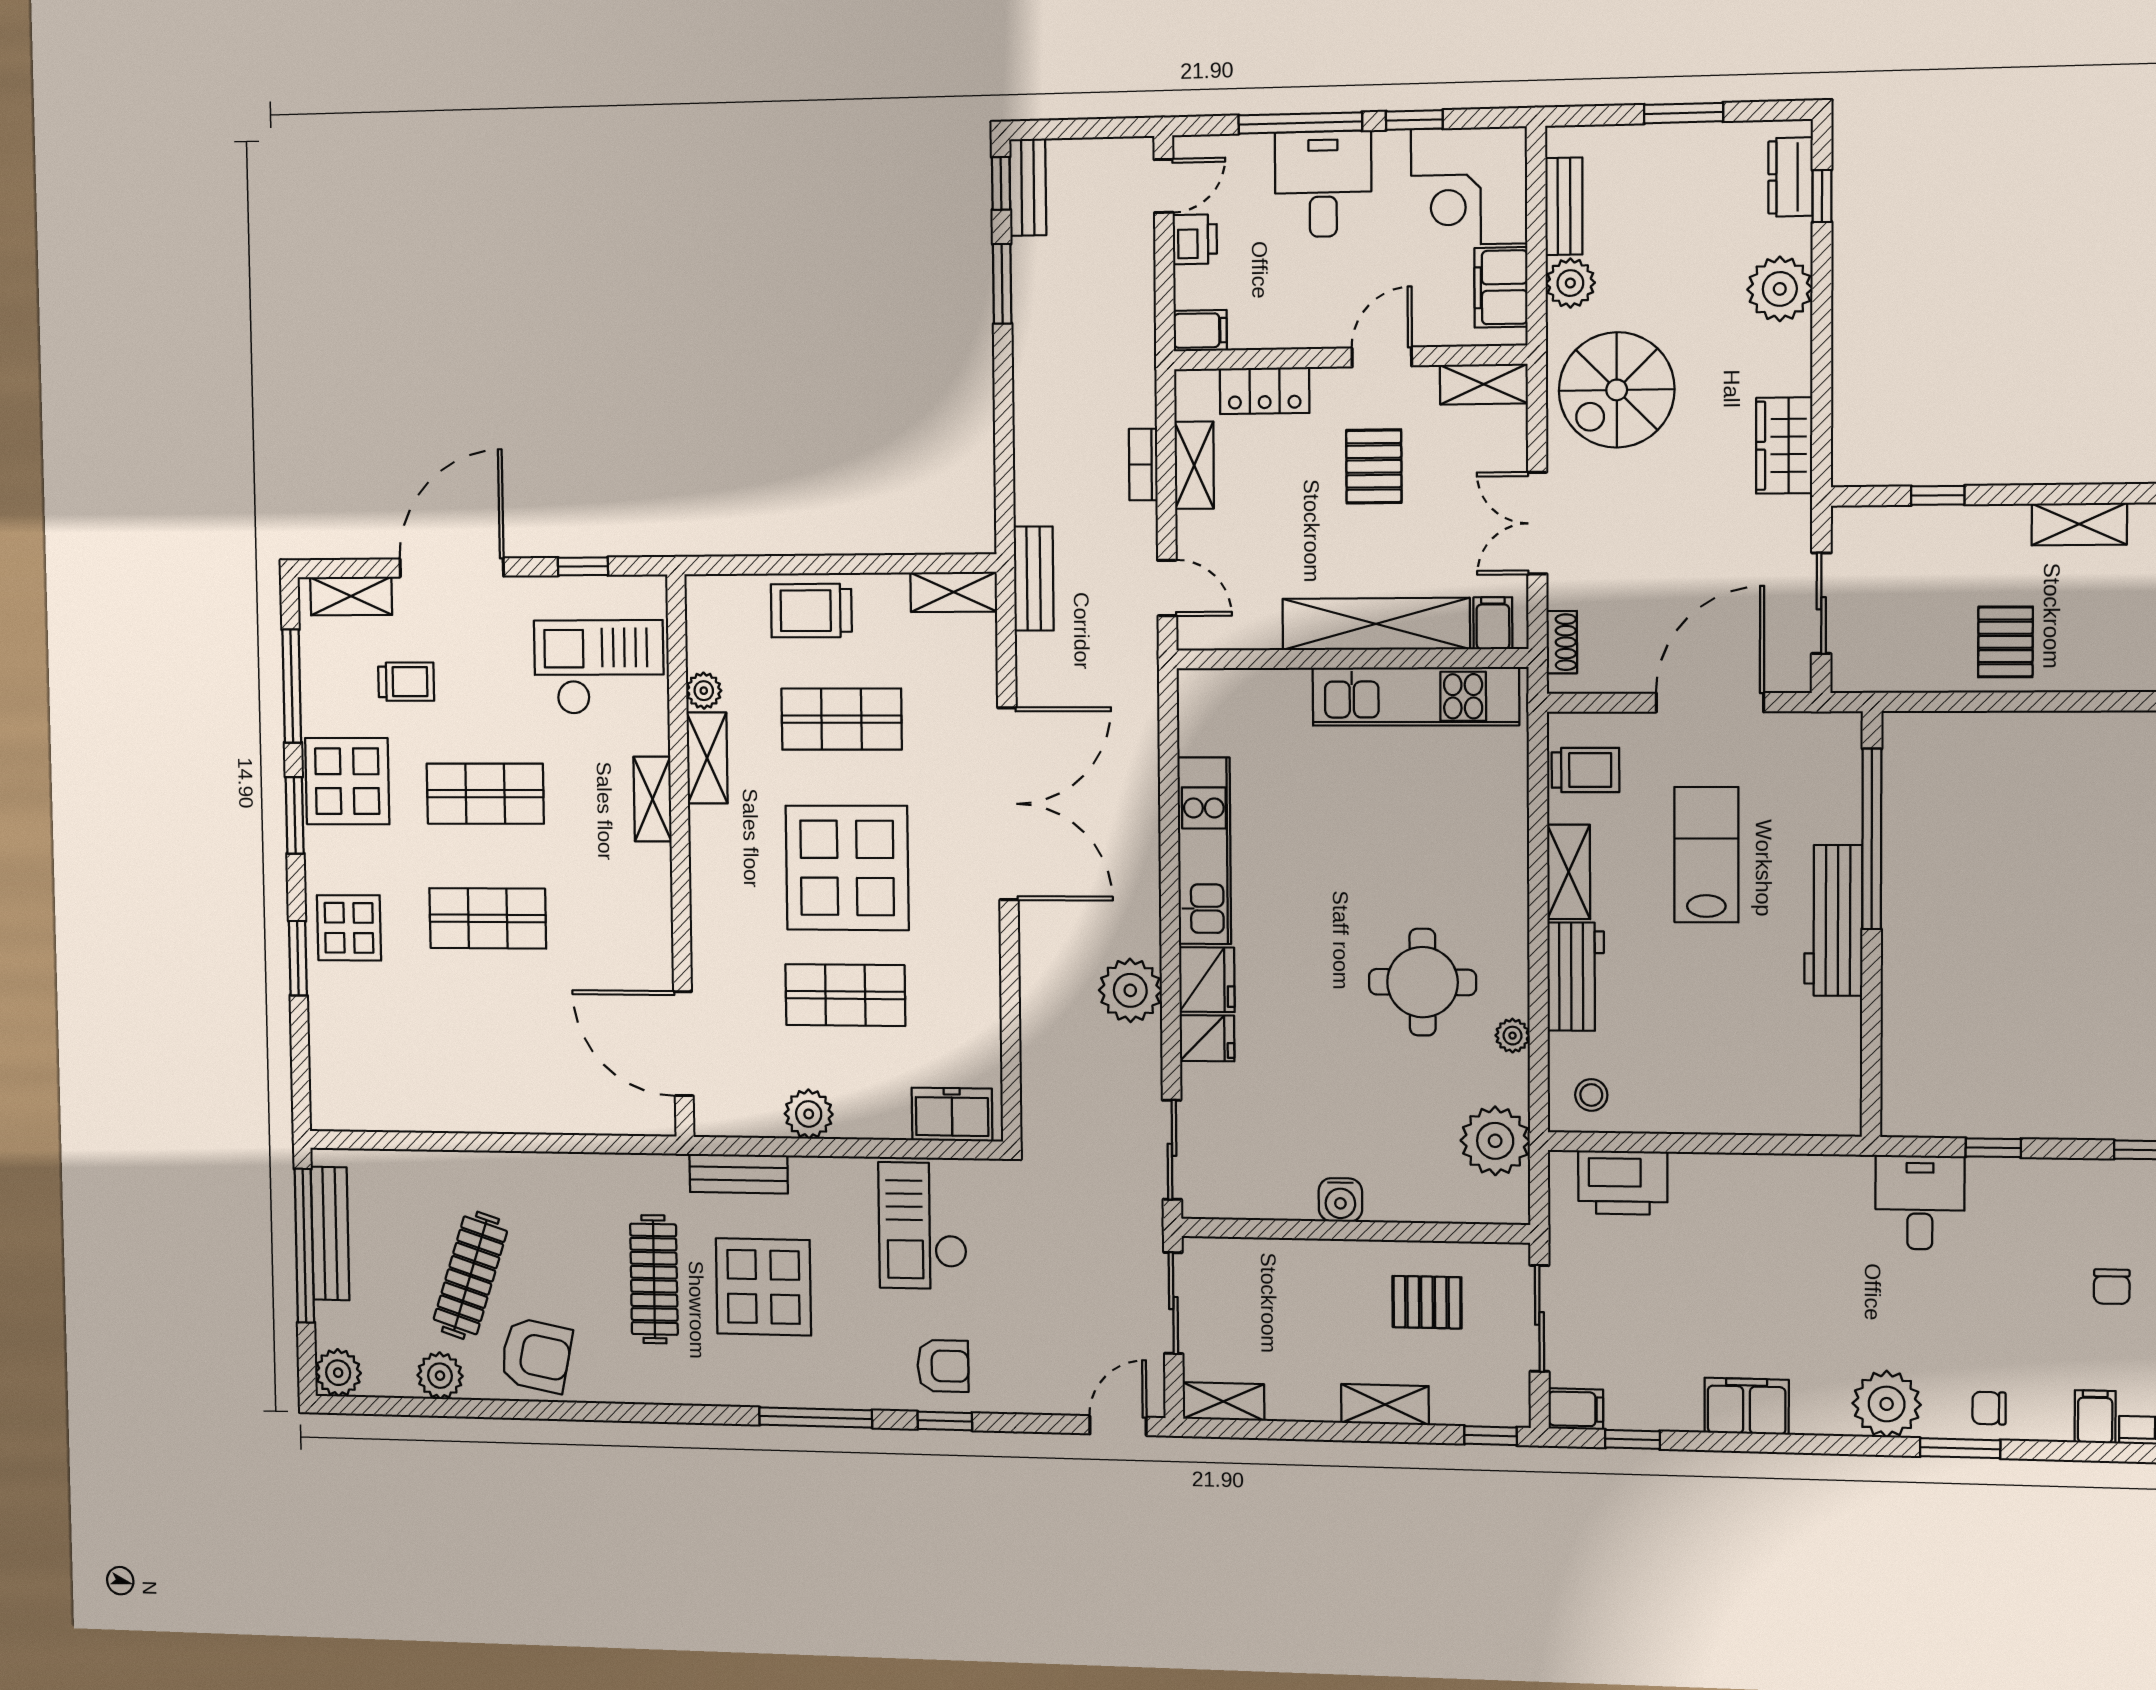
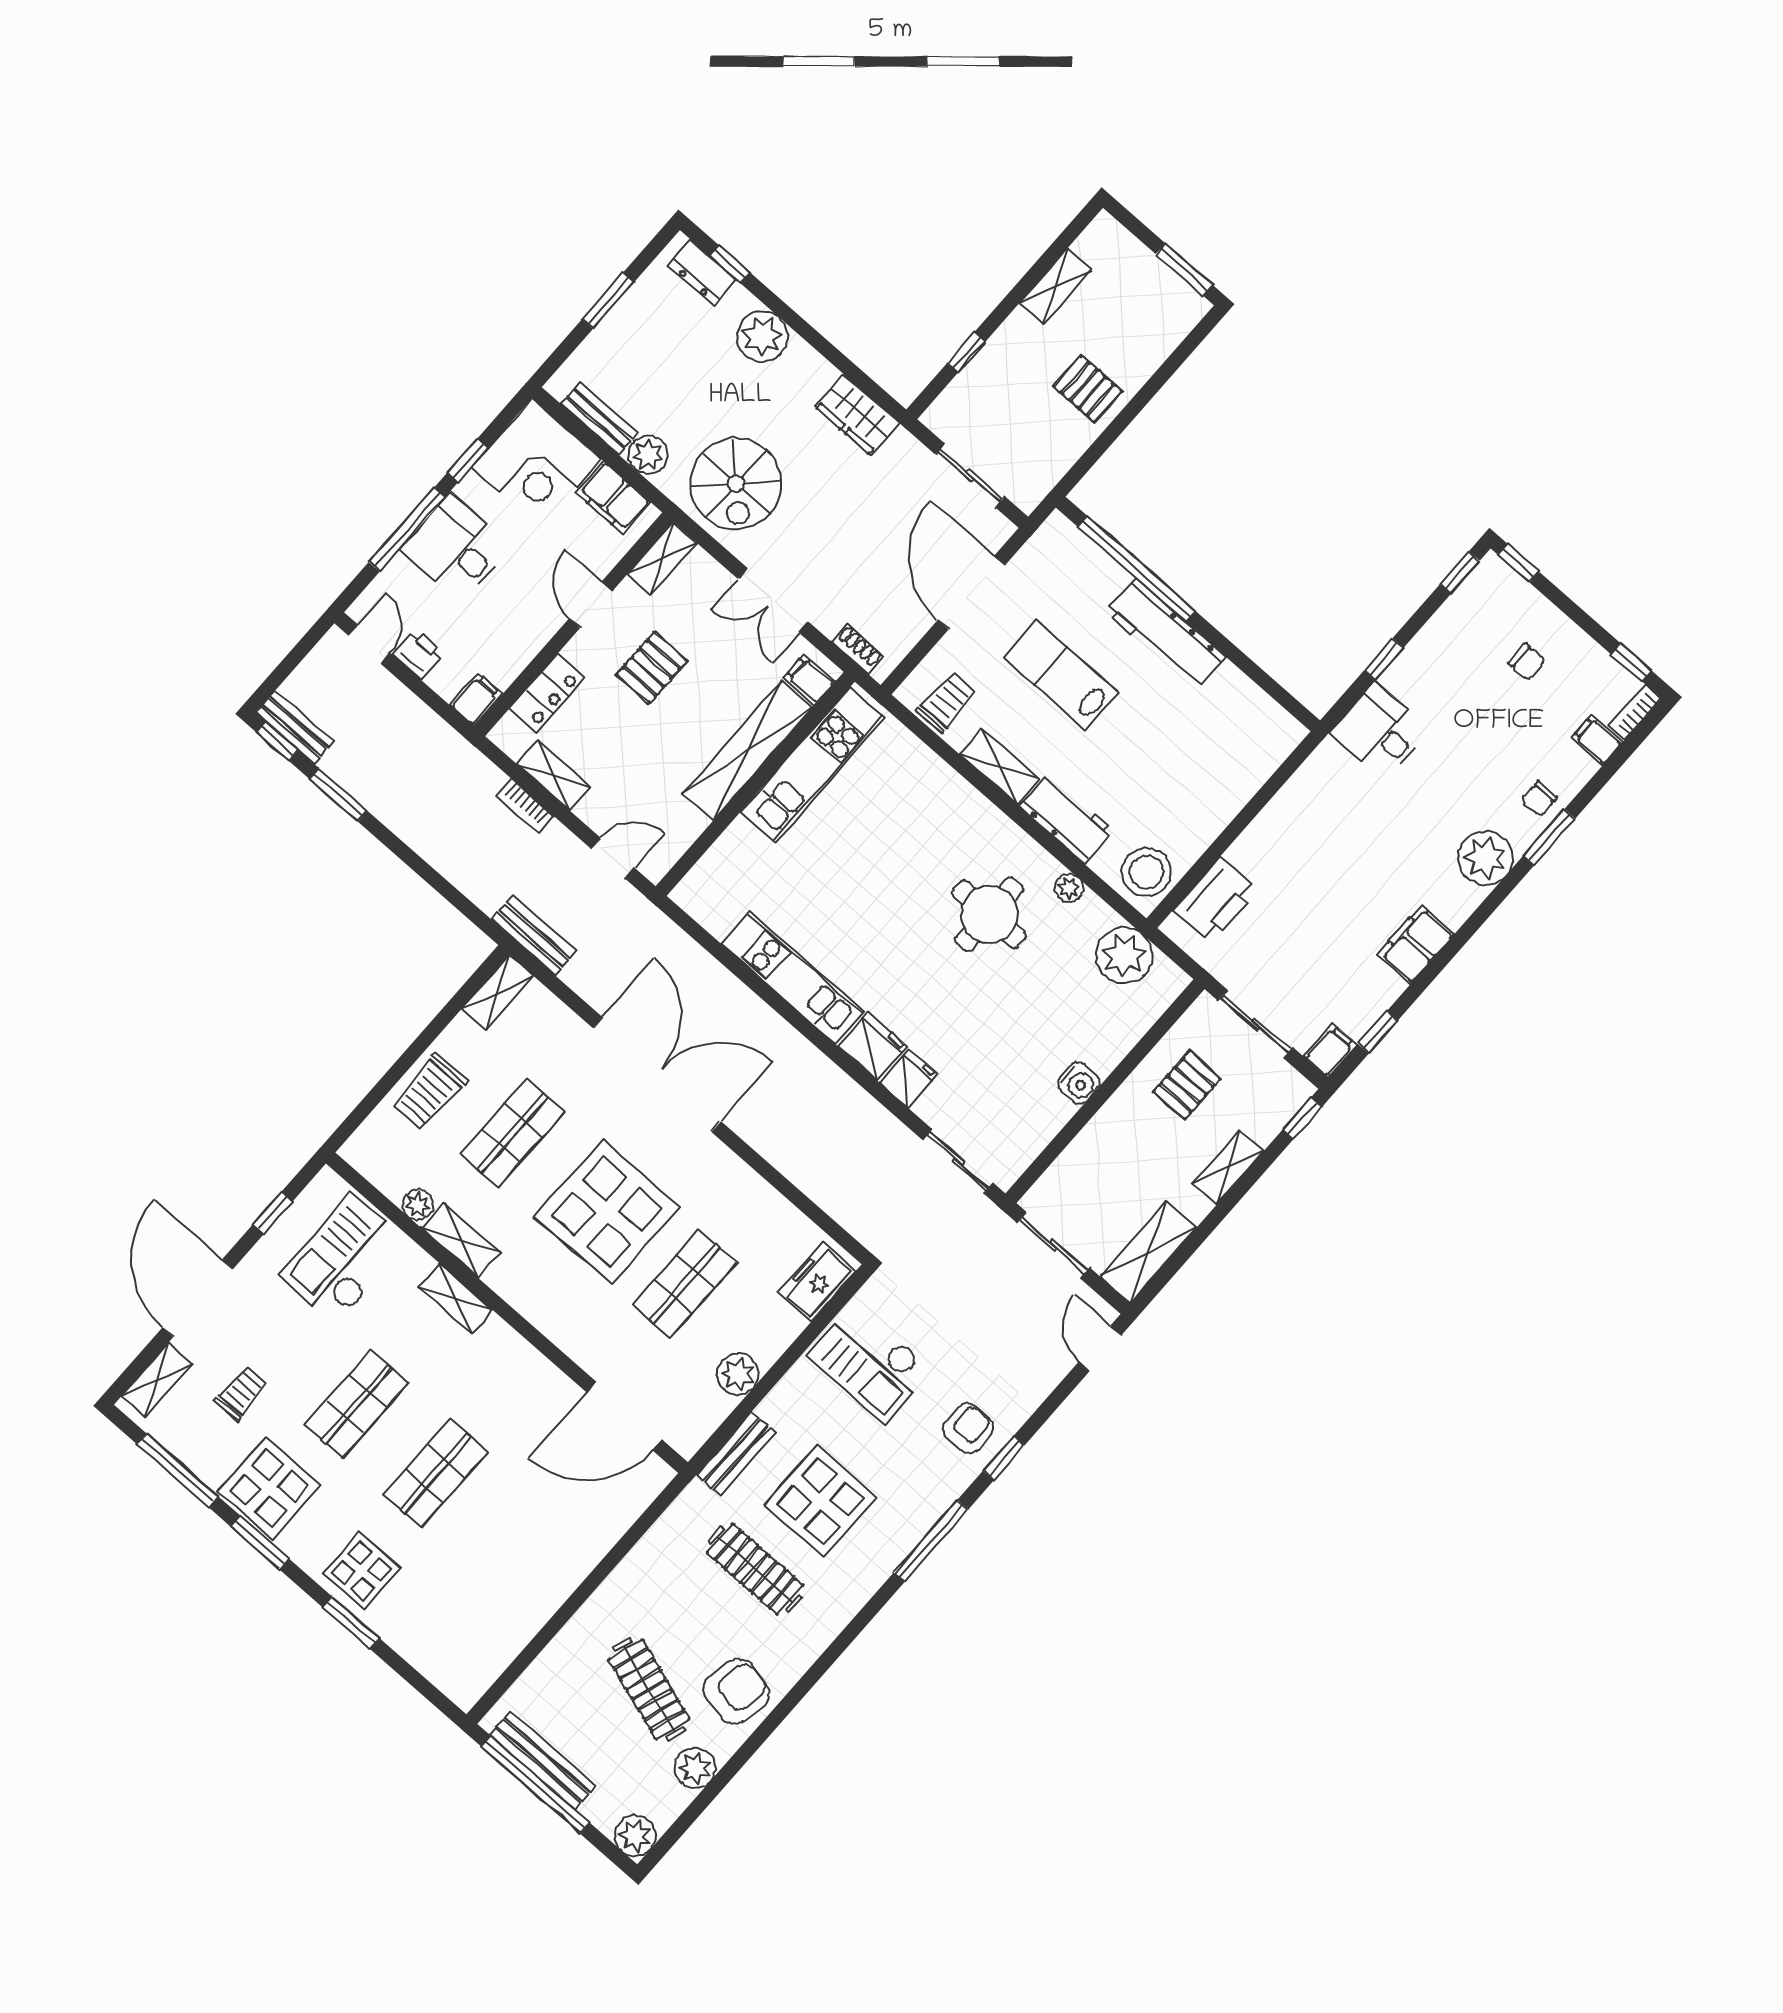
pallet: (1374, 466) -> (652, 668), turned 90
plant: (1130, 990) -> (838, 1100), removed
stool: (1591, 1095) -> (1146, 872), width x1.89, depth x1.89
shelving: (1223, 1401) -> (1148, 1252), width x1.50, depth x1.33

